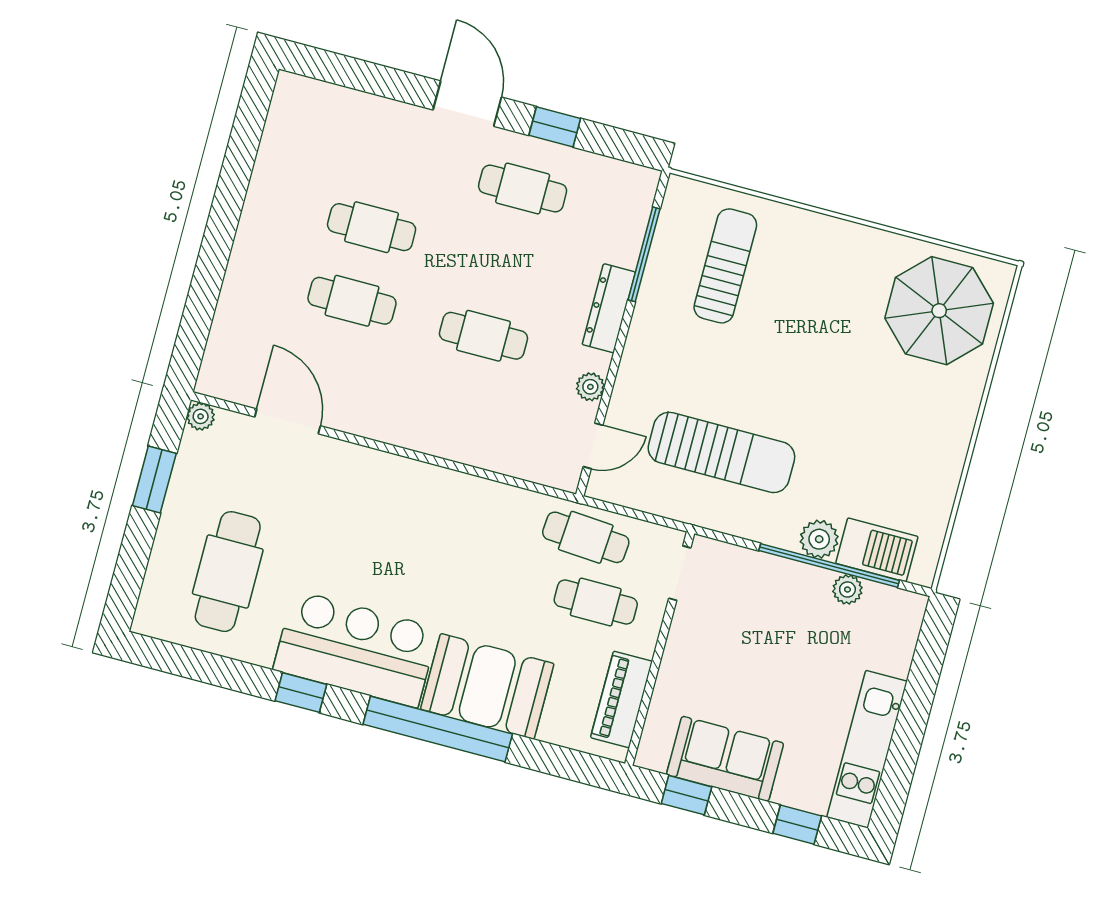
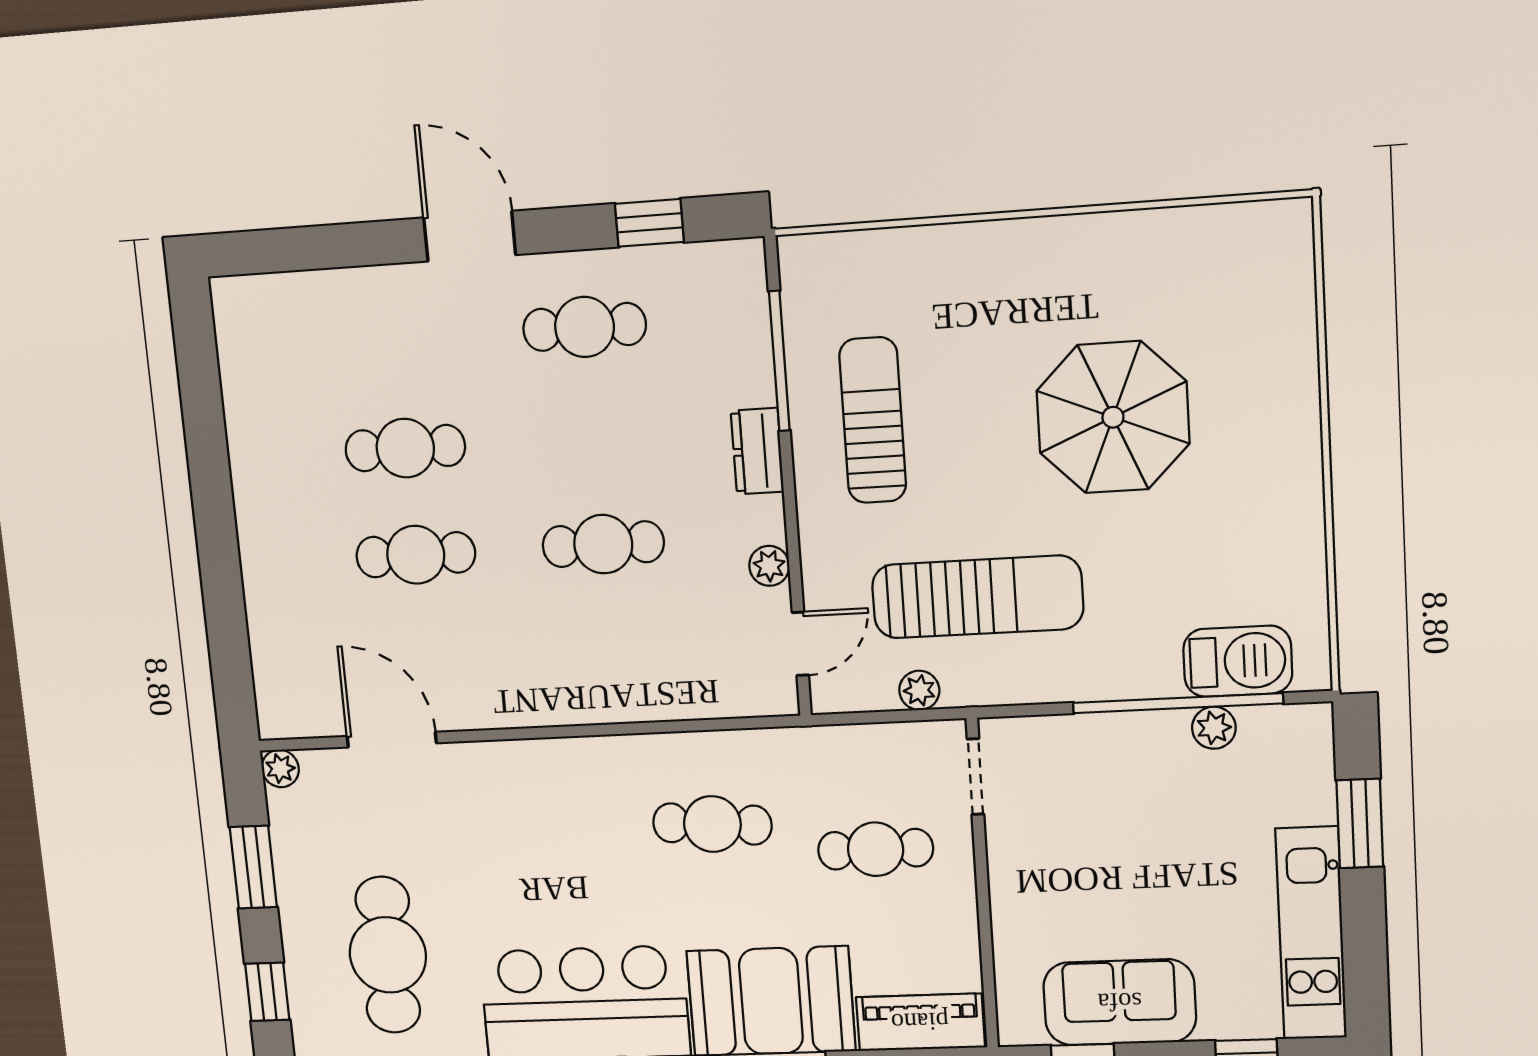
window: (555, 127) -> (649, 223), moved
sun lounger: (725, 266) -> (873, 420), moved
dresser: (609, 308) -> (757, 451), width x0.70
parasol: (939, 311) -> (1113, 417), moved
cafe table: (586, 537) -> (712, 824), moved
plant: (819, 539) -> (919, 690), moved, width x0.73, depth x0.73
window: (130, 571) -> (267, 992), added
window: (922, 684) -> (1360, 823), added
piano: (622, 699) -> (920, 1022), moved, turned 90

